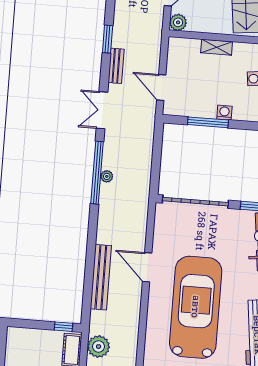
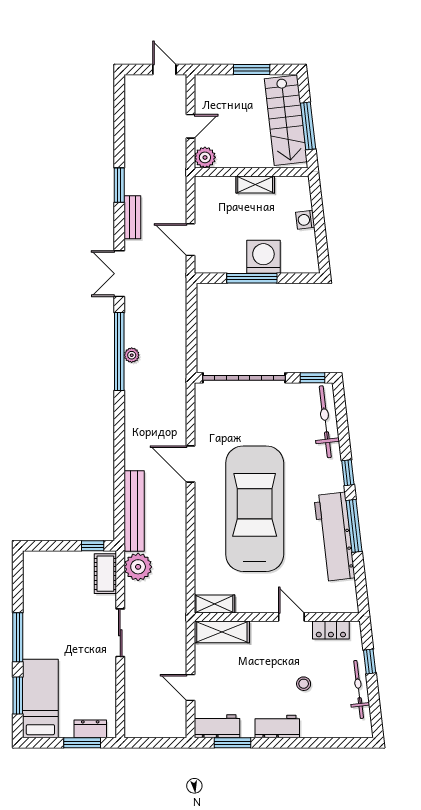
washing machine: (224, 113) -> (263, 257), width x1.89, depth x1.89
bench: (101, 277) -> (134, 511), moved

